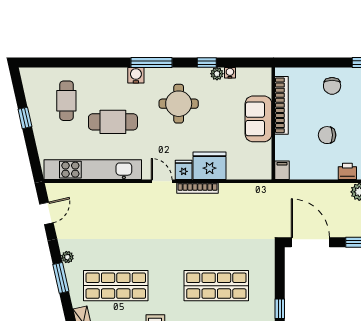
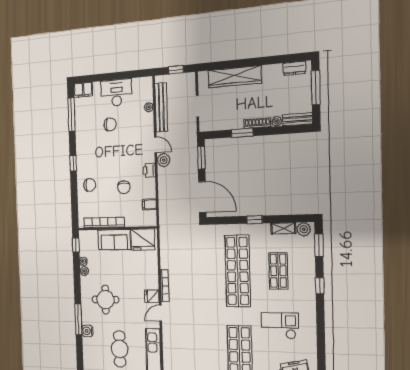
window: (207, 63) -> (76, 245), moved
fridge: (210, 166) -> (143, 240), moved, turned -90
filing cabinet: (282, 170) -> (149, 204), moved
door: (310, 242) -> (202, 197), swing flipped
shop shelf: (216, 286) -> (238, 271), width x1.40

